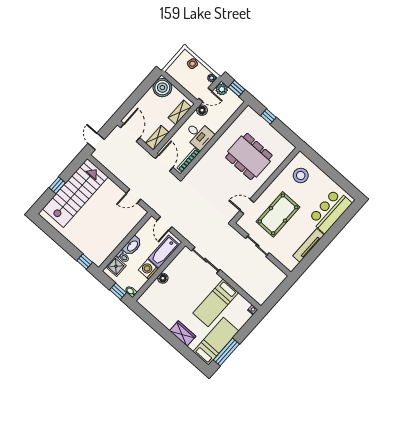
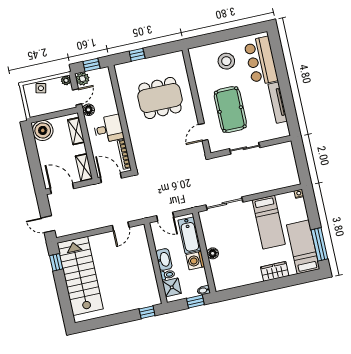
stool: (301, 175) -> (226, 61), moved
window: (57, 185) -> (56, 262), moved

